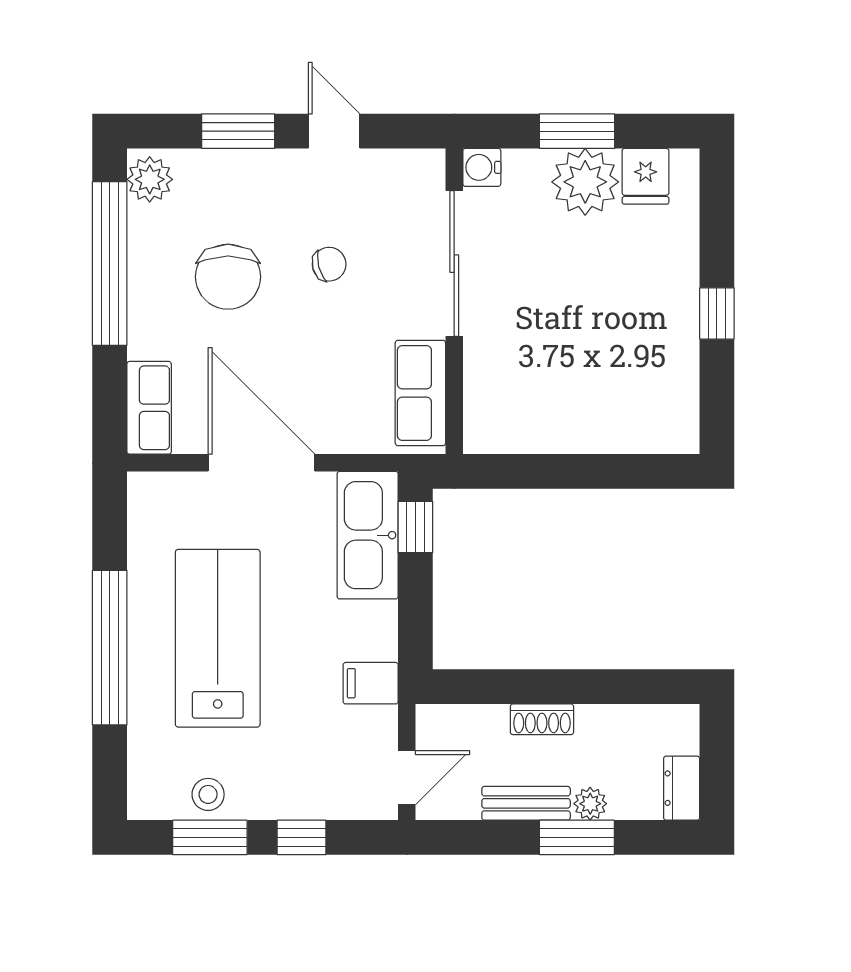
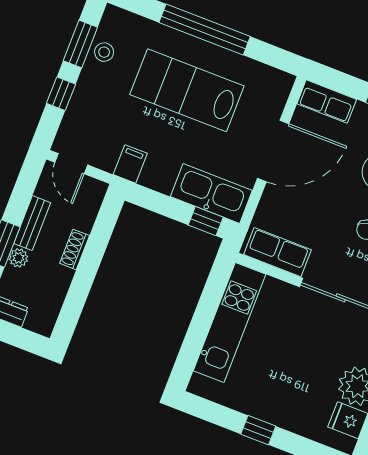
kitchen unit: (563, 426) -> (230, 323), added
lab bench: (218, 638) -> (187, 90), turned 180

